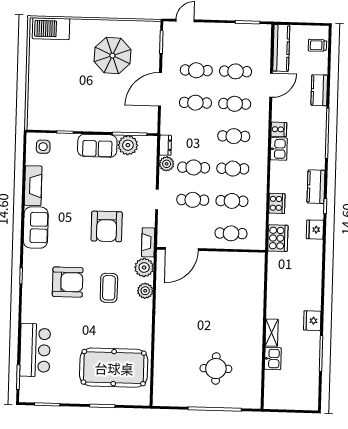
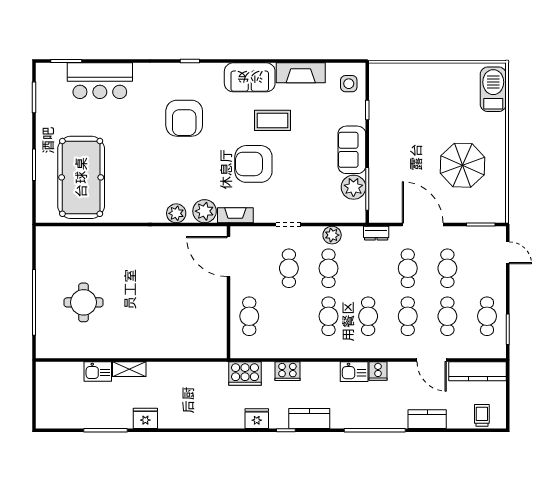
dresser: (165, 145) -> (376, 233), moved
cafe table: (232, 201) -> (487, 316), moved
coffee table: (109, 288) -> (272, 120), moved

